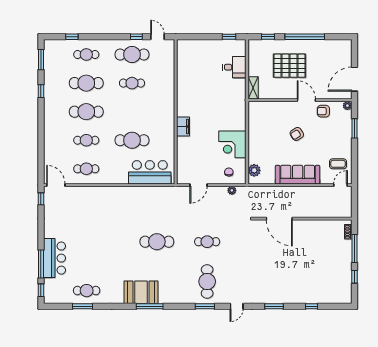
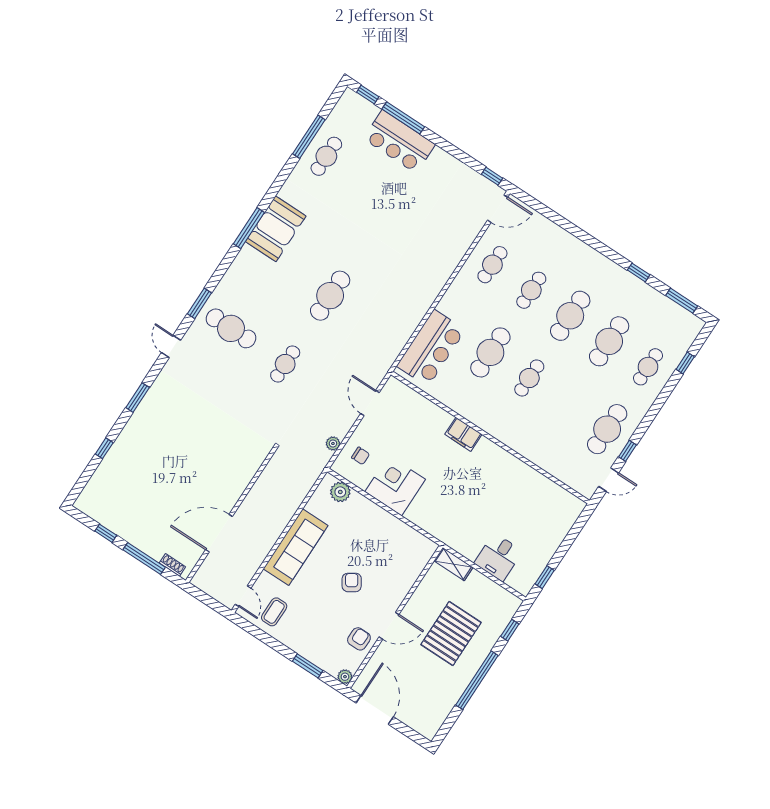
cafe table: (132, 83) -> (529, 378), moved
door: (279, 219) -> (219, 533), moved
window: (82, 306) -> (309, 137), width x1.44

